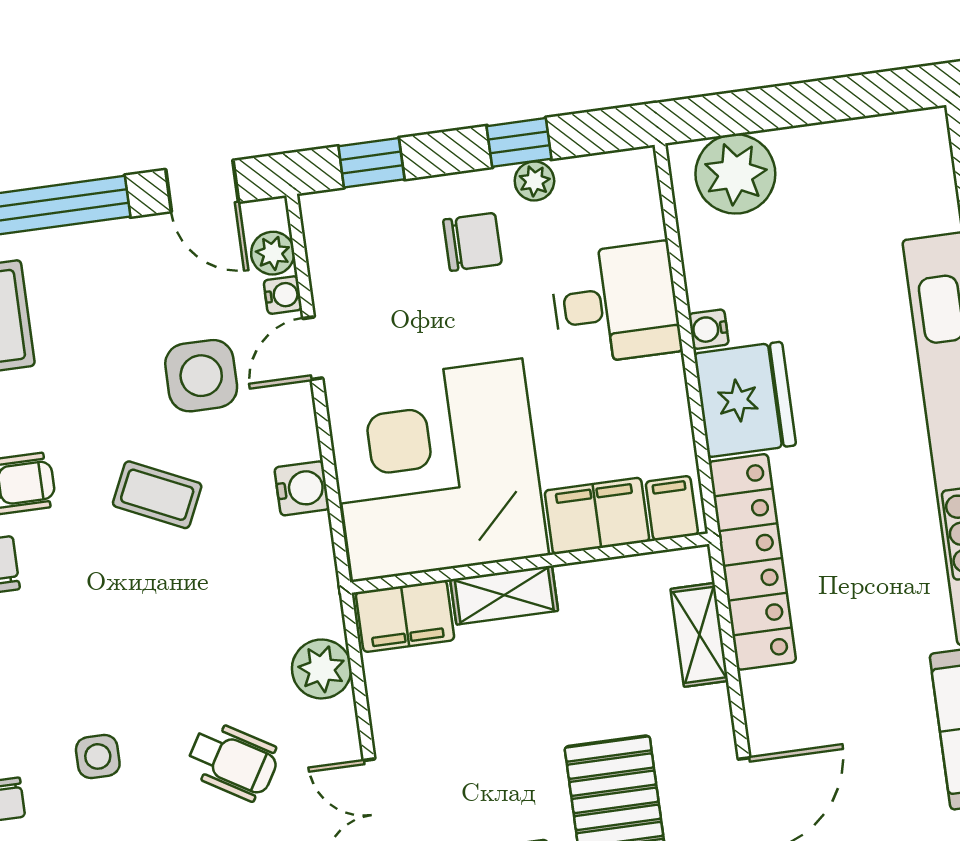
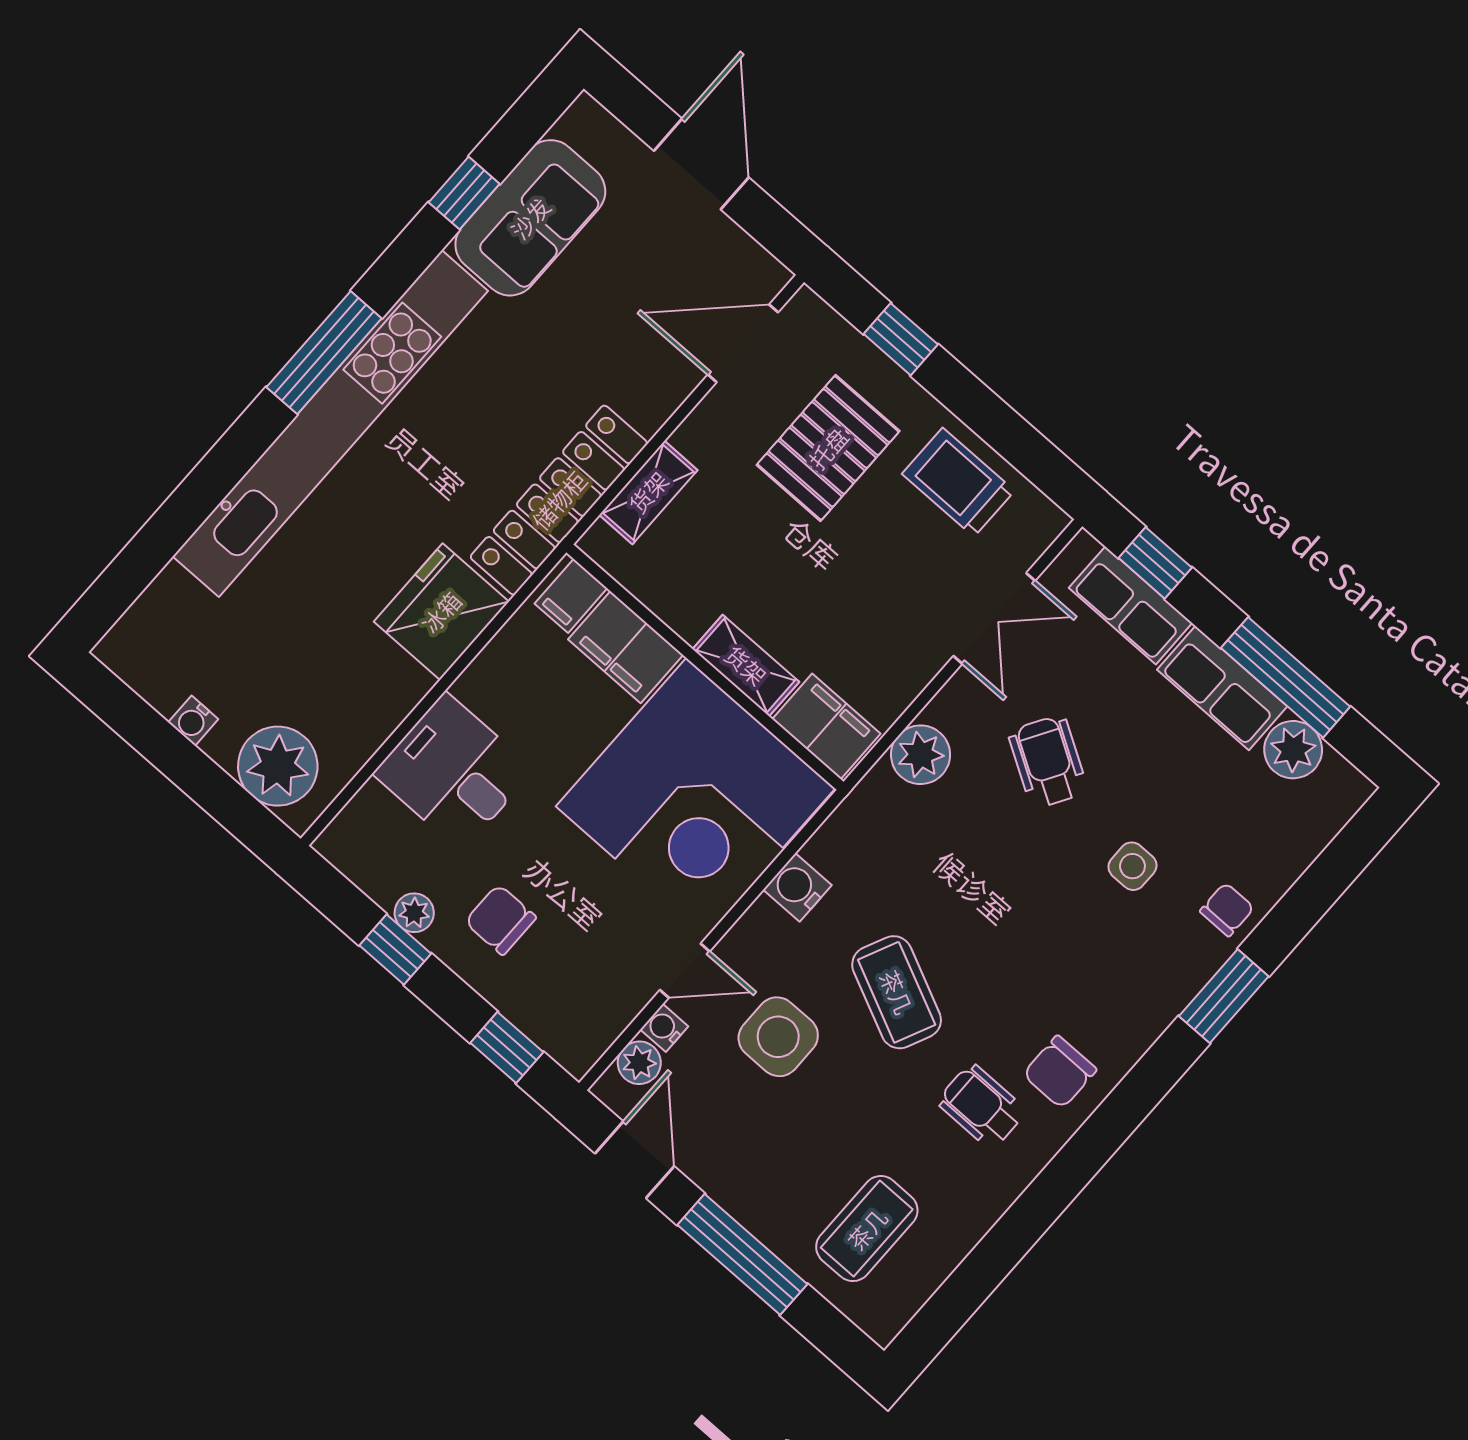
water cooler: (709, 329) -> (193, 721), moved, turned 90
coffee table: (157, 495) -> (897, 992), width x1.36, depth x1.30

